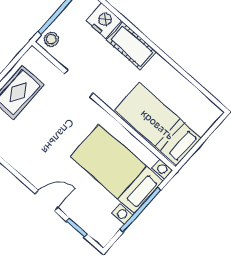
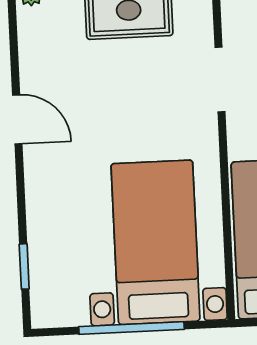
door: (46, 201) -> (17, 119), moved

